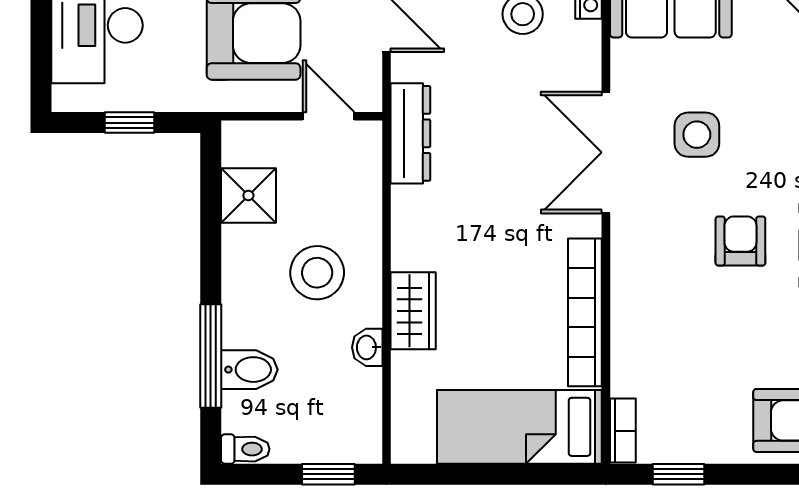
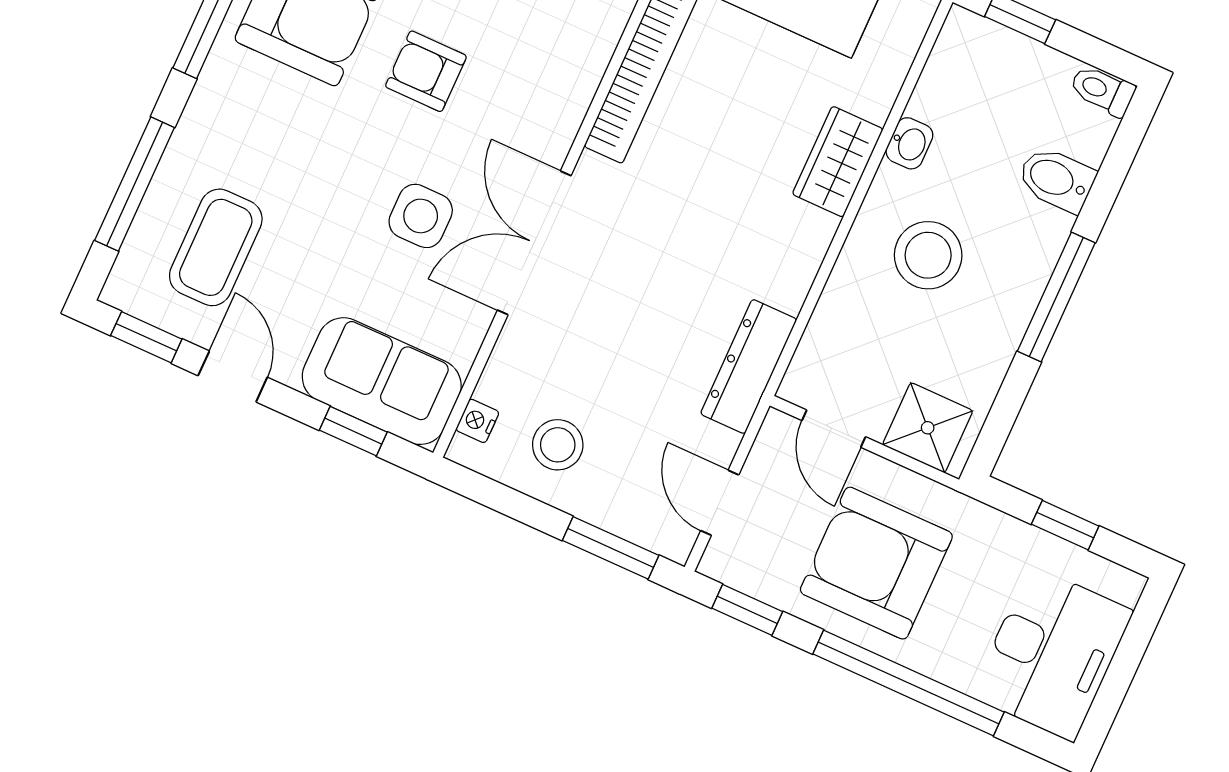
double door: (606, 152) -> (534, 243), swing flipped
shower: (248, 196) -> (928, 428), moved
armchair: (740, 241) -> (426, 71), turned 90
window: (211, 356) -> (1056, 297), moved

